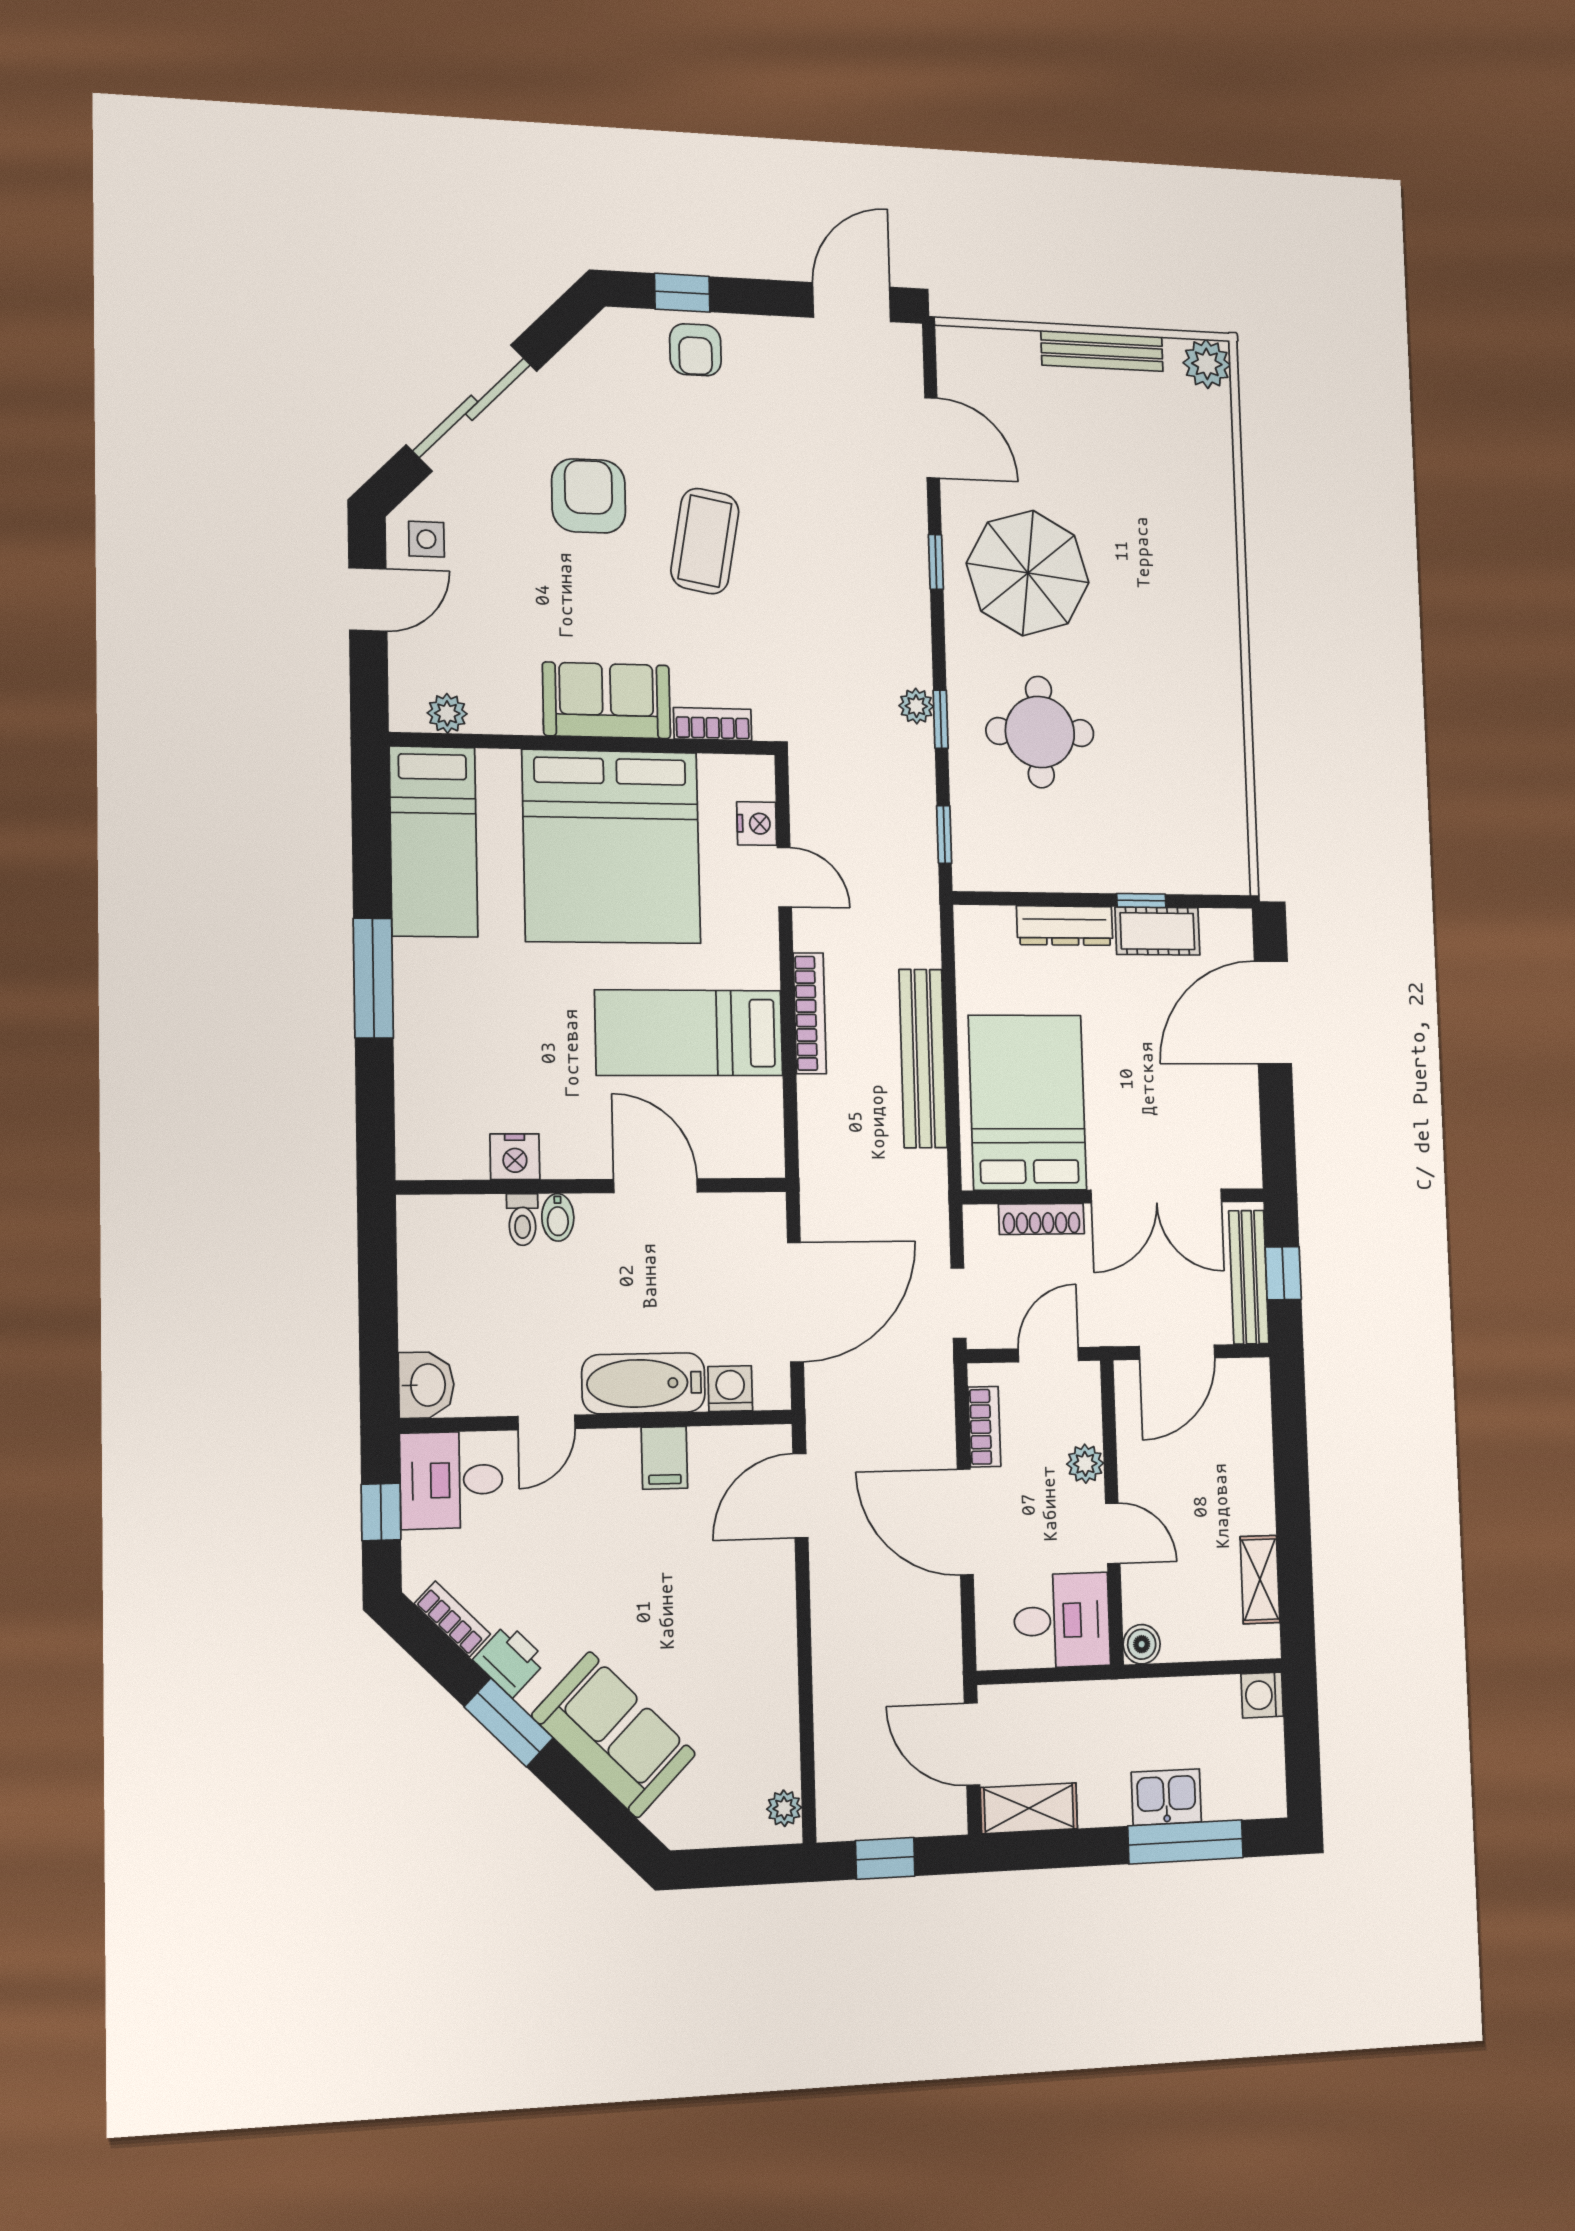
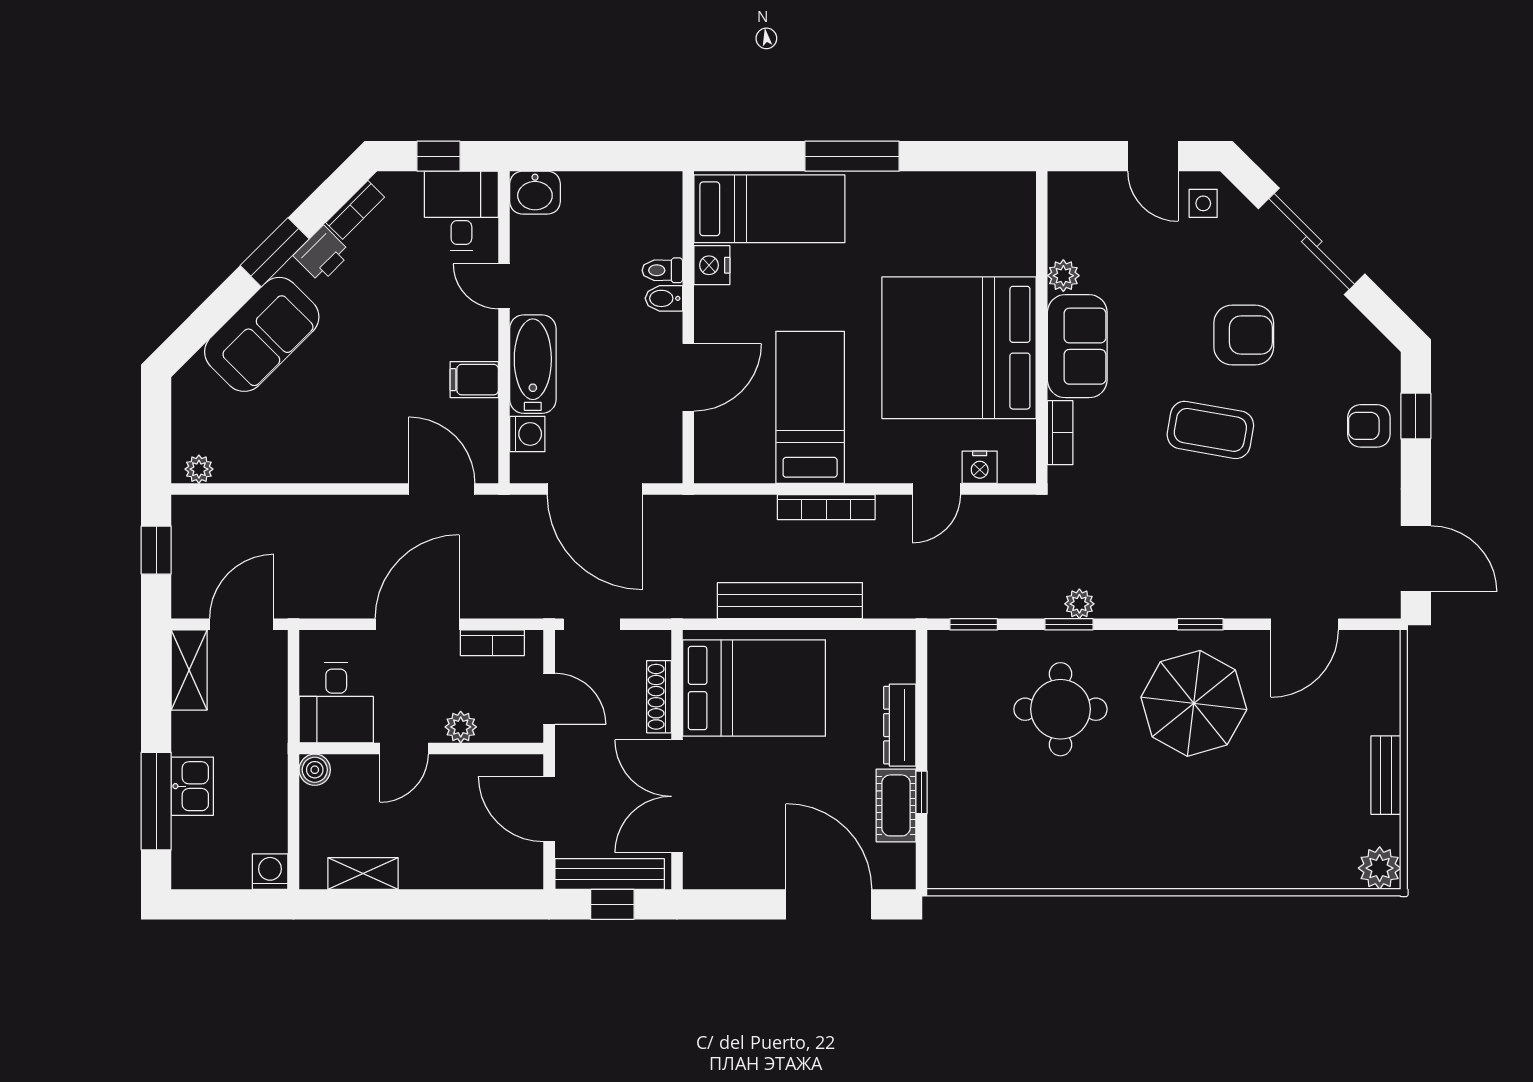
bench: (1102, 351) -> (1386, 775), width x0.73
plant: (447, 713) -> (1063, 276), moved
bed: (434, 842) -> (769, 209), moved, turned 180

